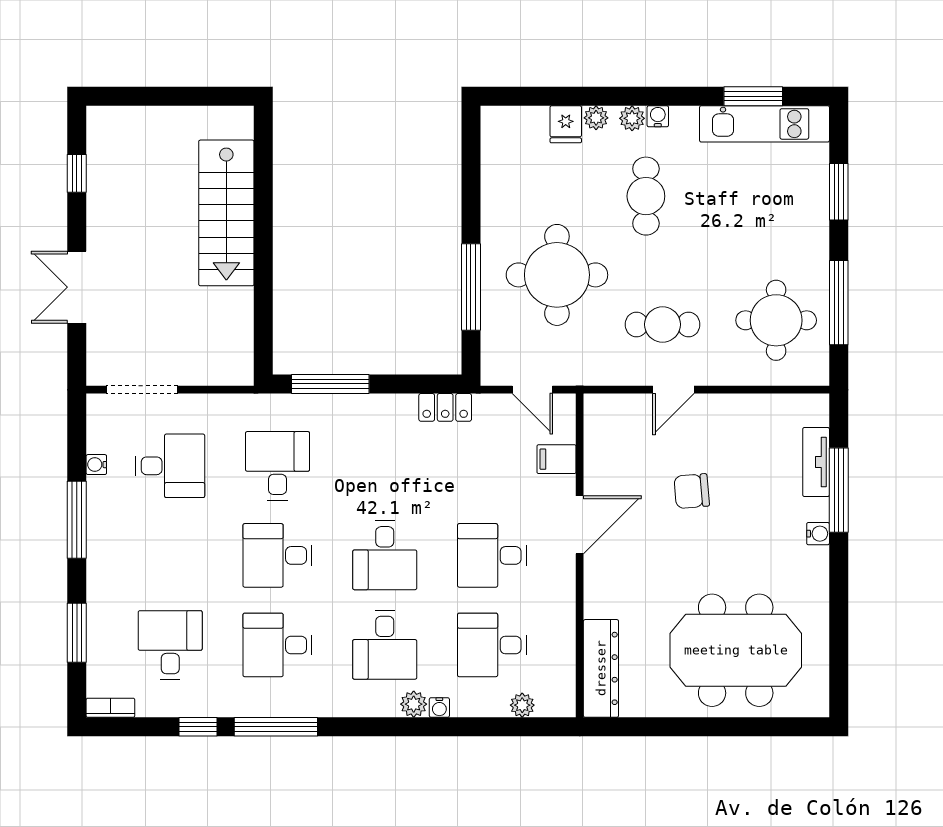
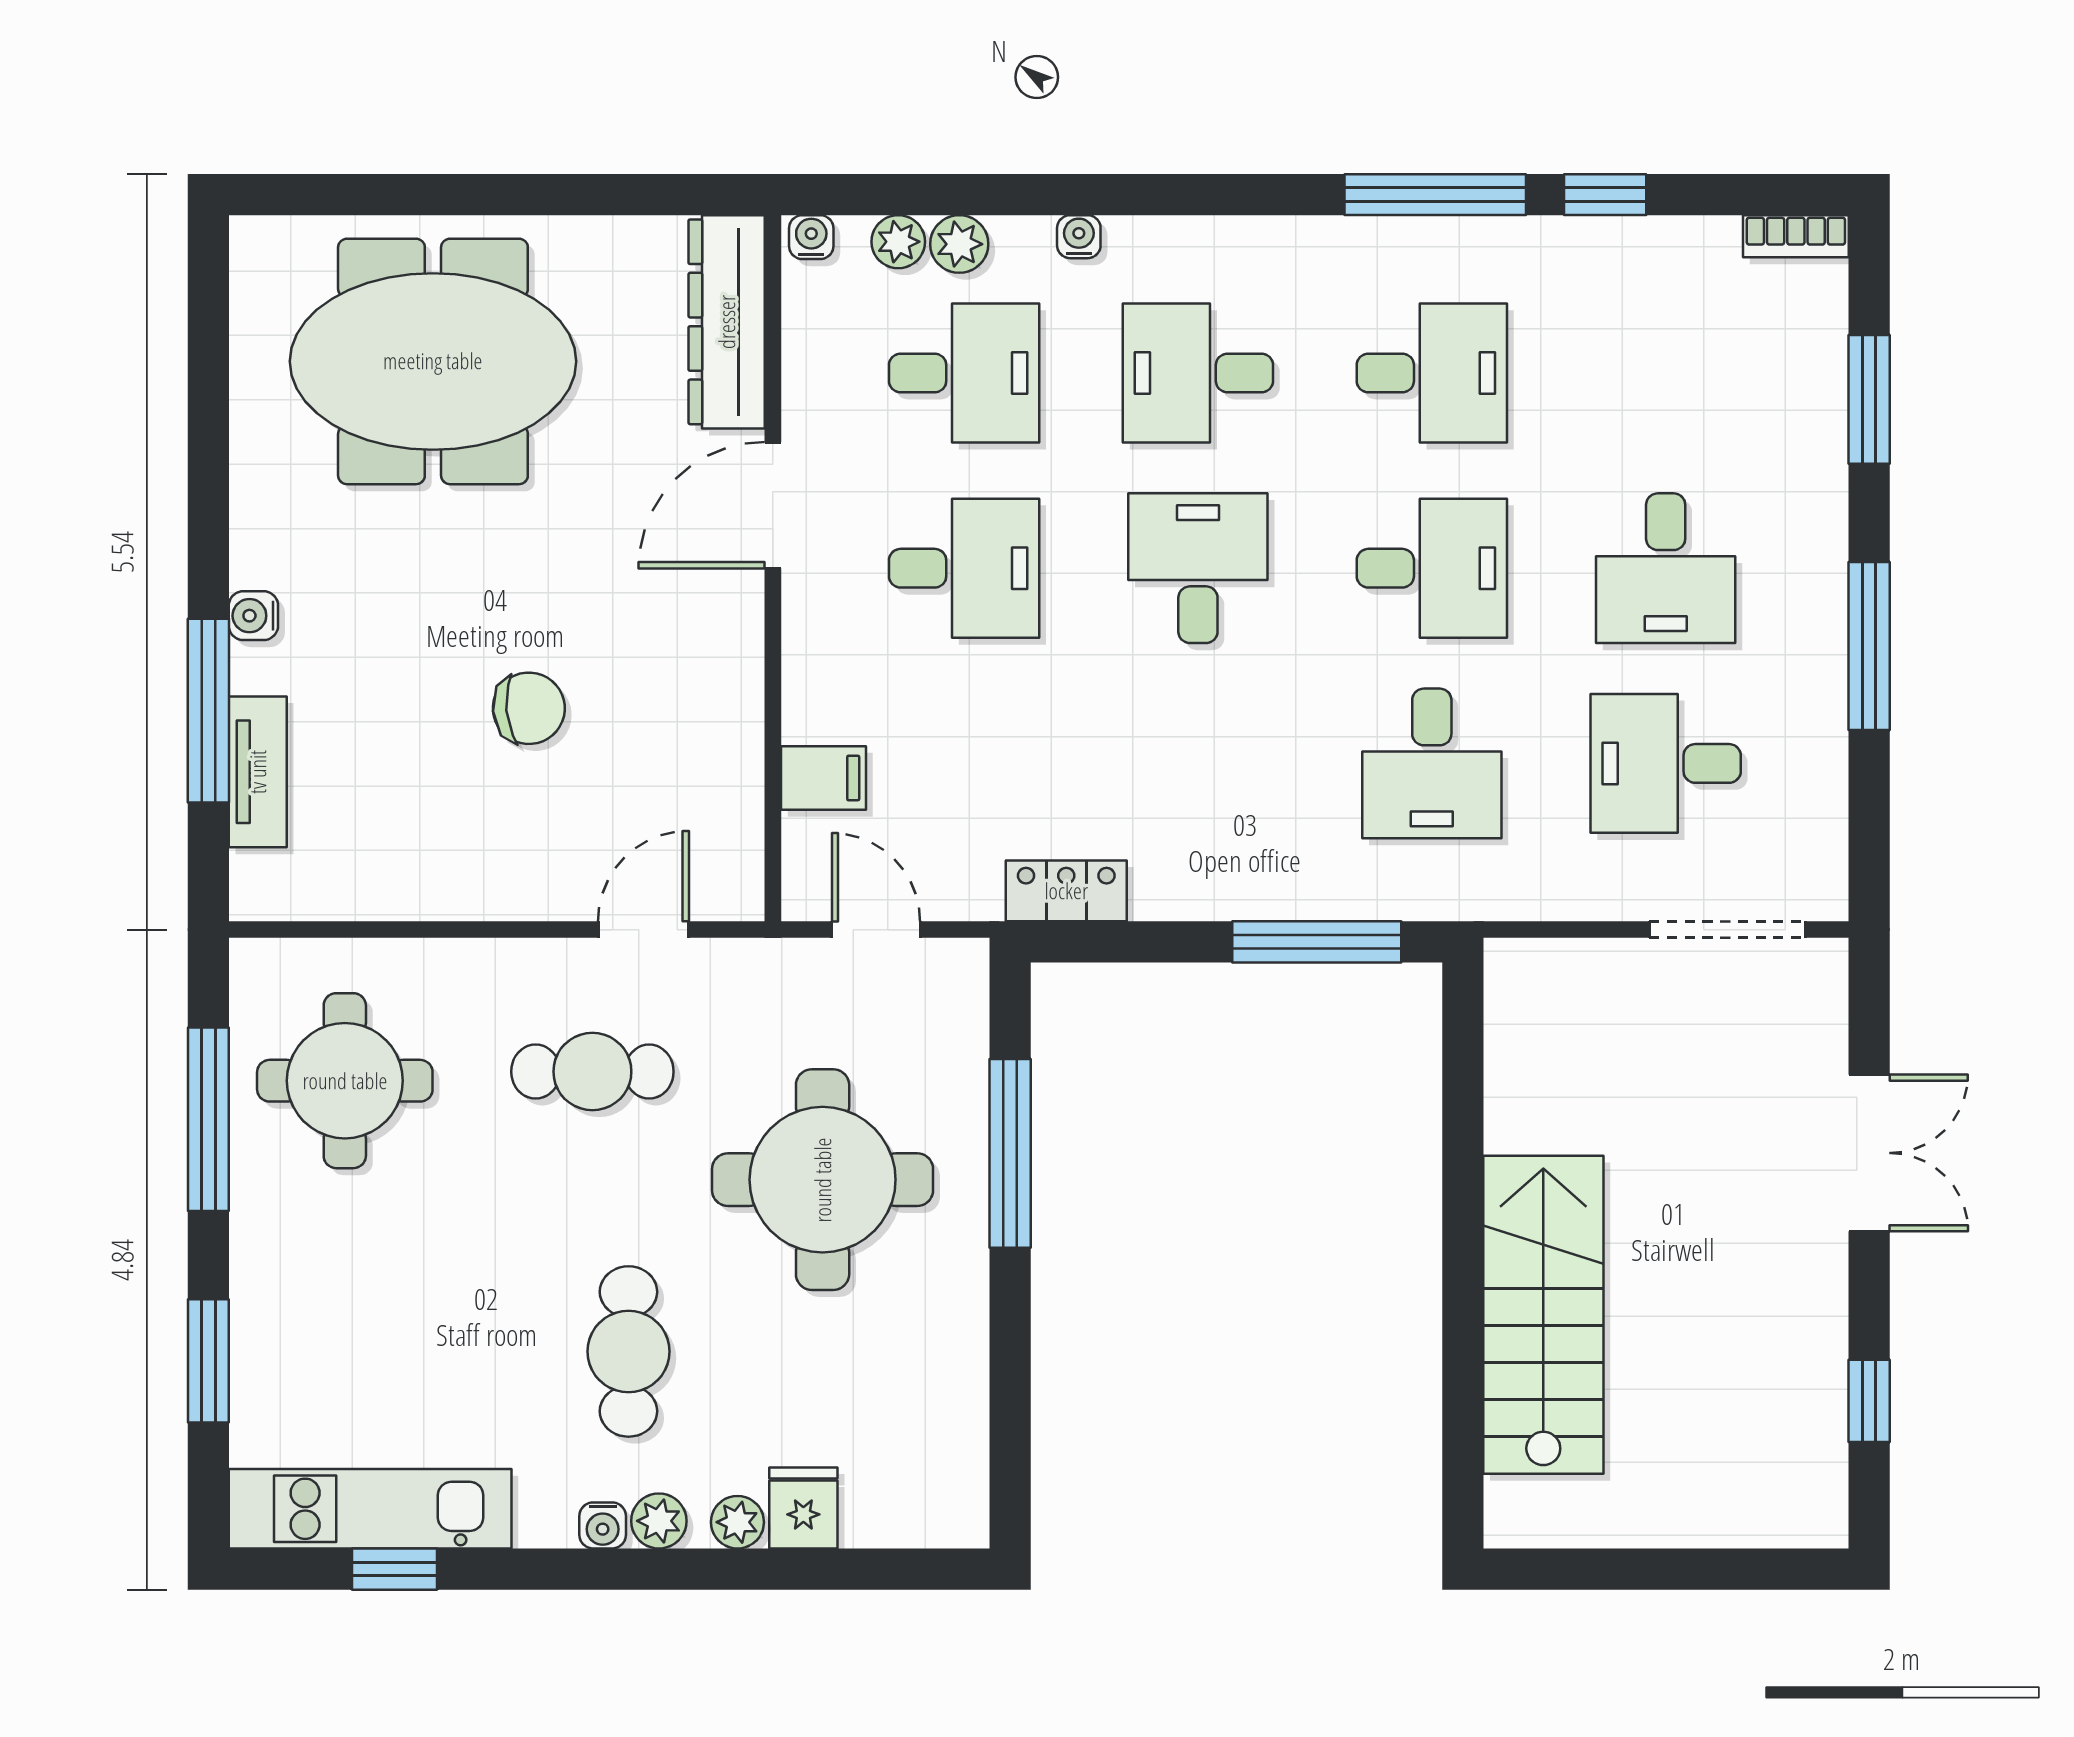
window: (753, 96) -> (395, 1569), width x0.67
door: (673, 390) -> (643, 930), moved
water cooler: (96, 465) -> (811, 237), moved, turned -90
door: (580, 525) -> (773, 505), moved
desk: (170, 645) -> (1666, 568), moved
desk: (385, 645) -> (1198, 373), turned -90
plant: (414, 704) -> (959, 244), moved

